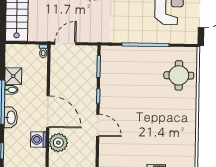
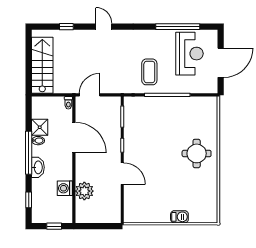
coffee table: (127, 21) -> (149, 72), added
round table: (179, 75) -> (197, 153), moved
door: (48, 112) -> (74, 138), moved

